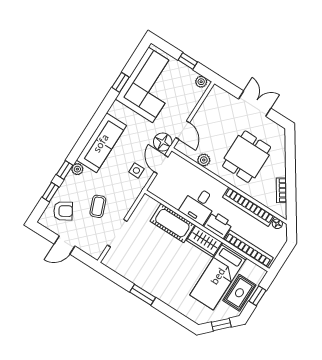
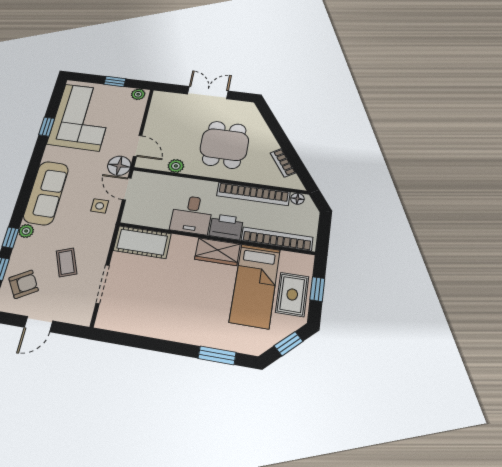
cot: (172, 223) -> (142, 242), moved
window: (143, 295) -> (217, 355), moved

